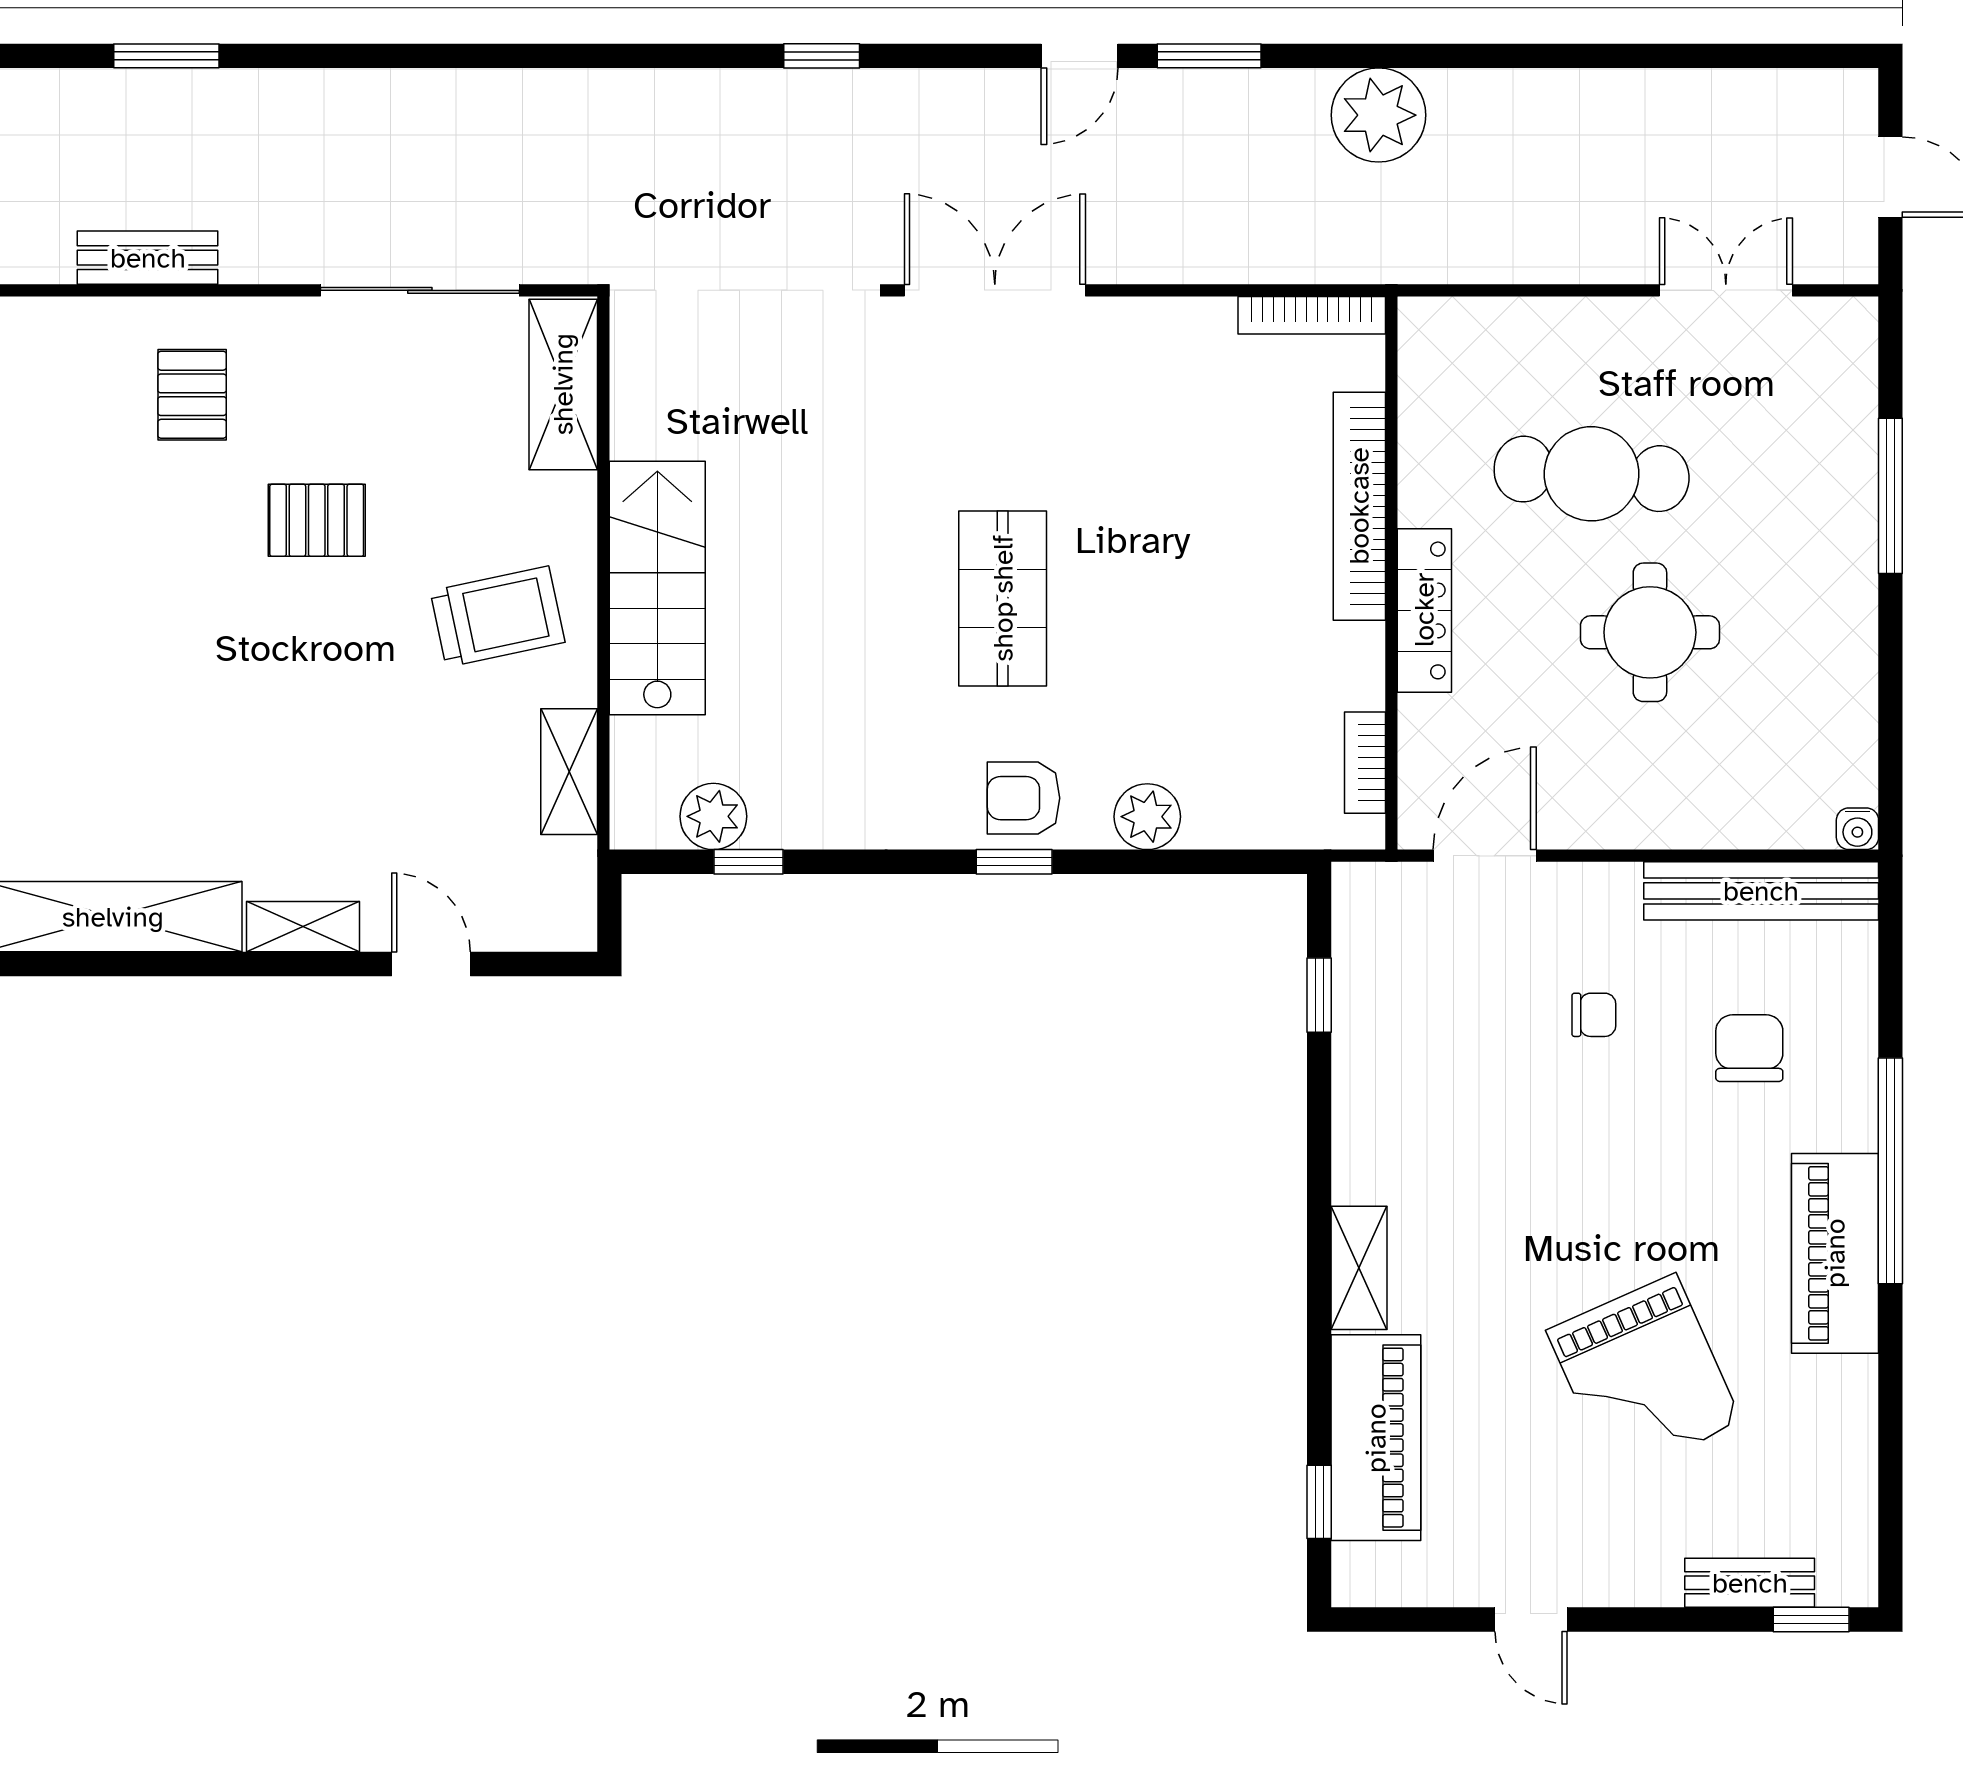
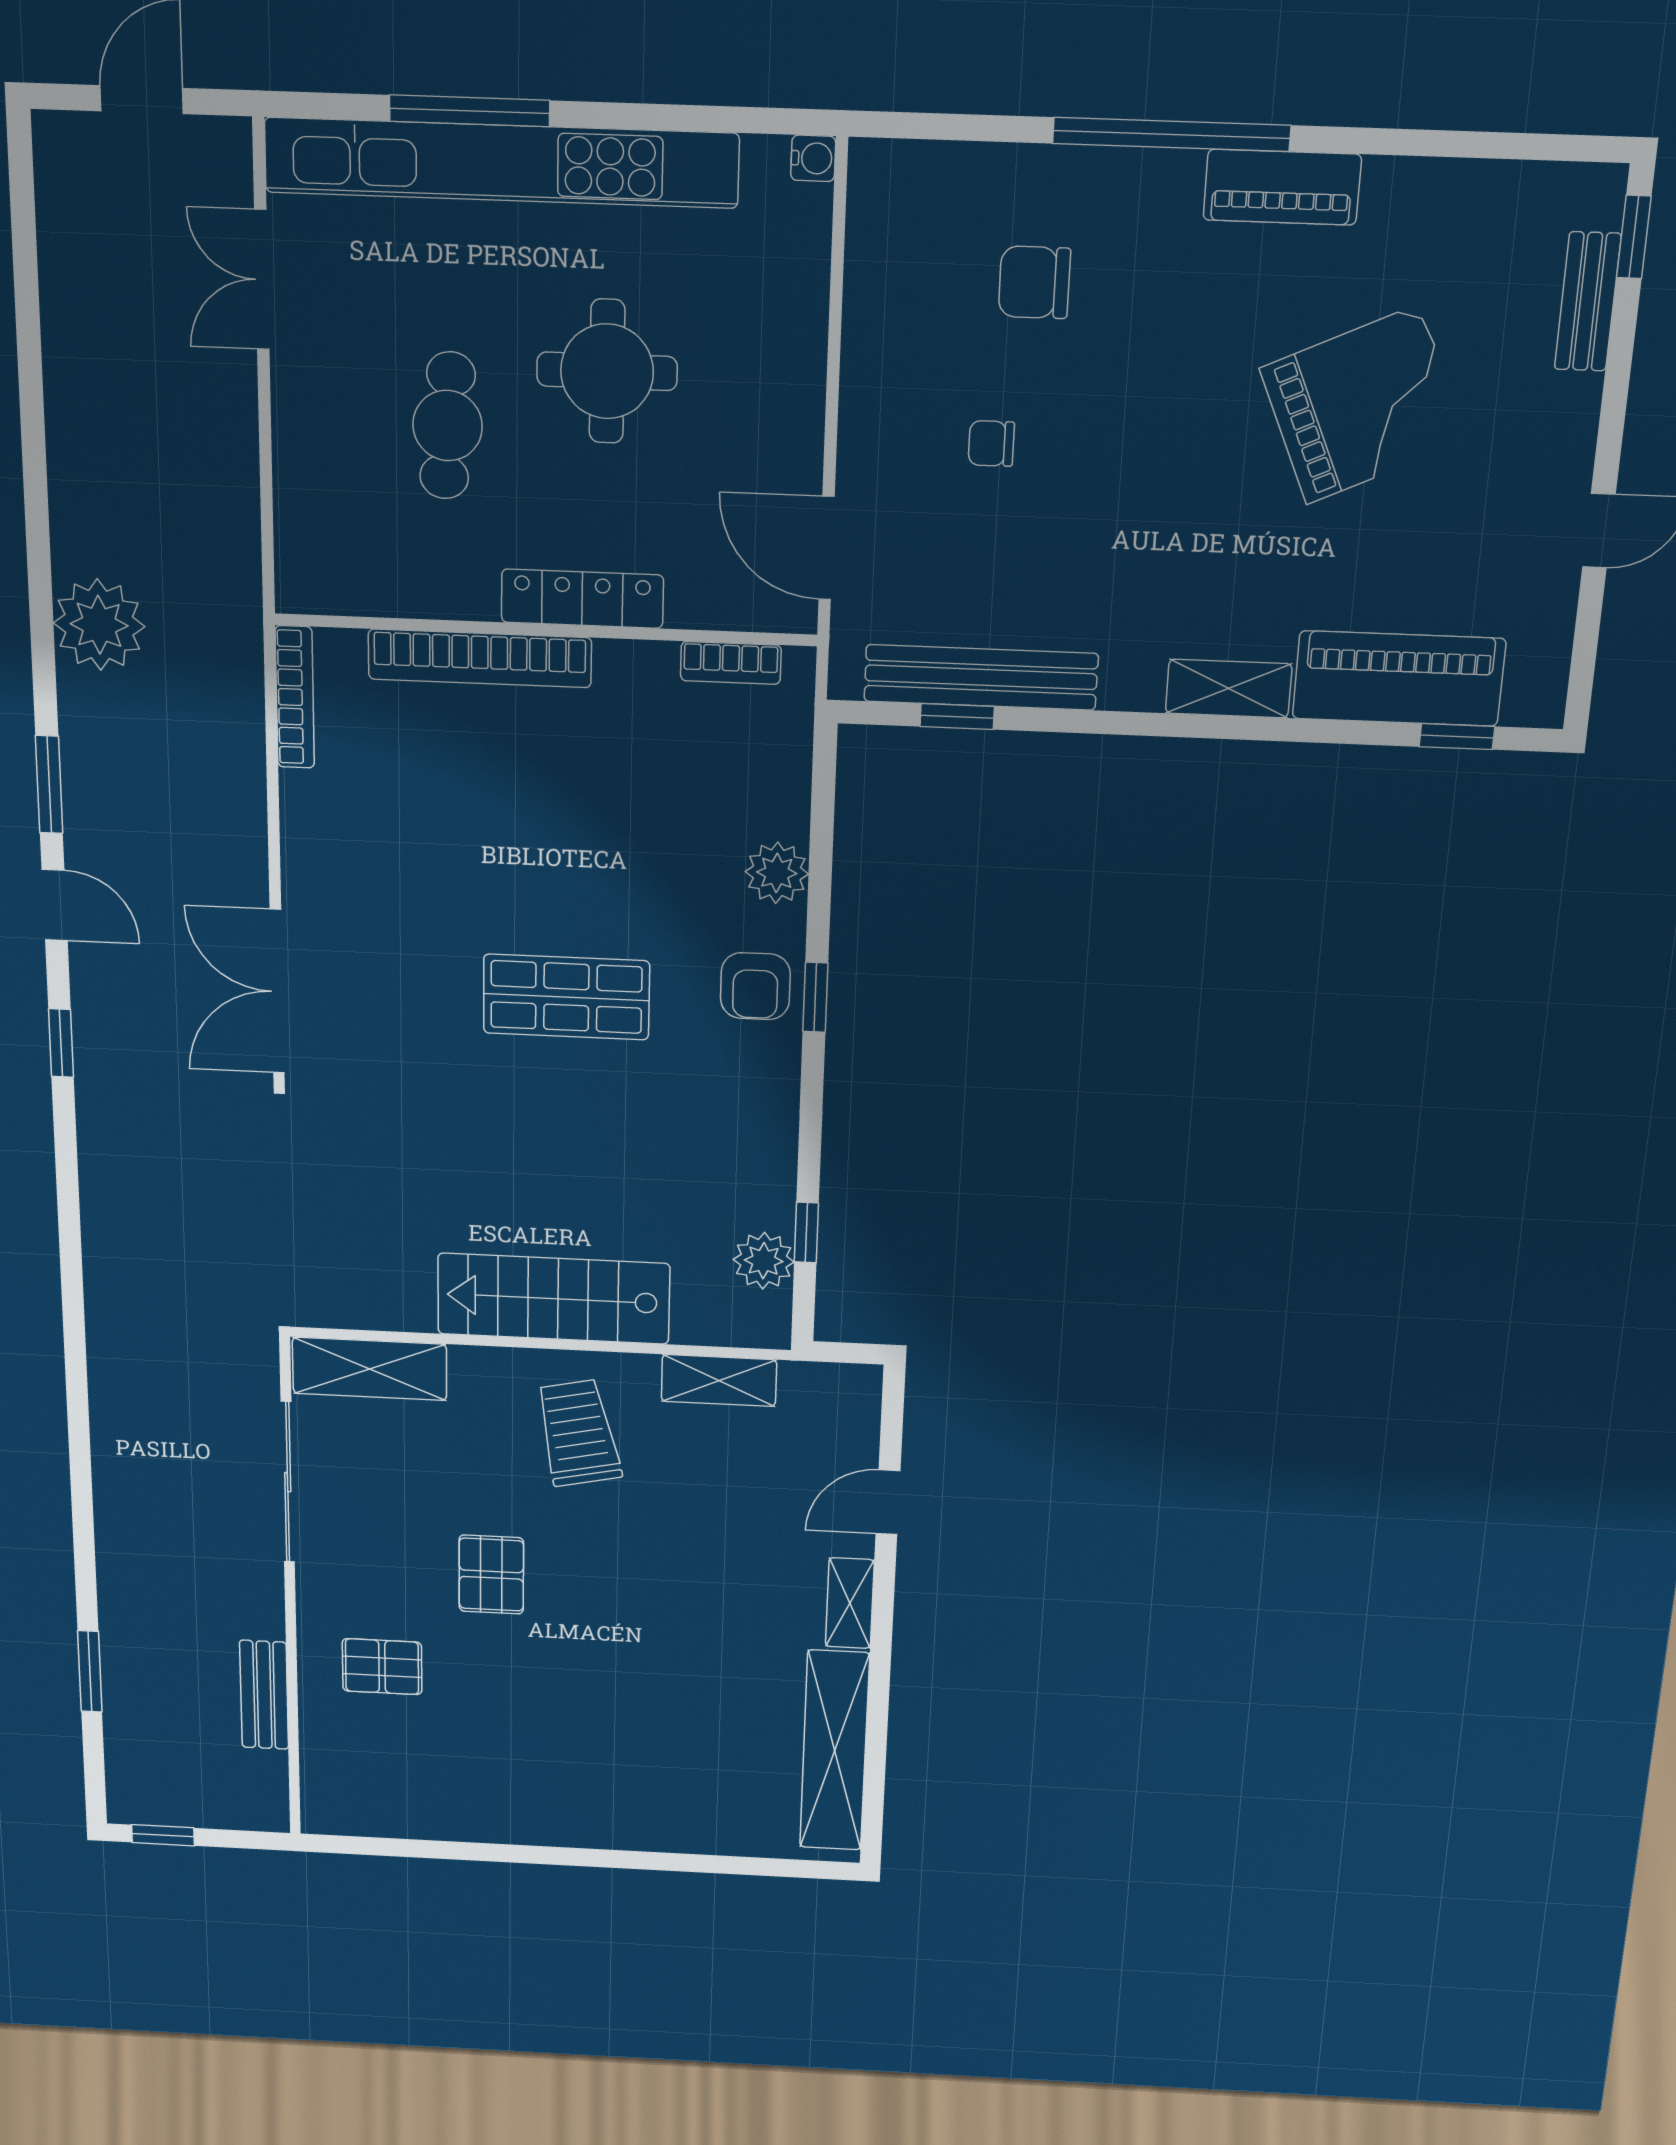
window: (822, 56) -> (61, 1043), moved
cafe table: (1592, 474) -> (448, 426), width x0.73, depth x0.74
kitchen unit: (1844, 527) -> (501, 163), added
bench: (1761, 891) -> (981, 677), moved, turned 90
chair: (1594, 1015) -> (991, 443), turned -90
piano: (1835, 1253) -> (1282, 187), width x0.73, depth x0.75

